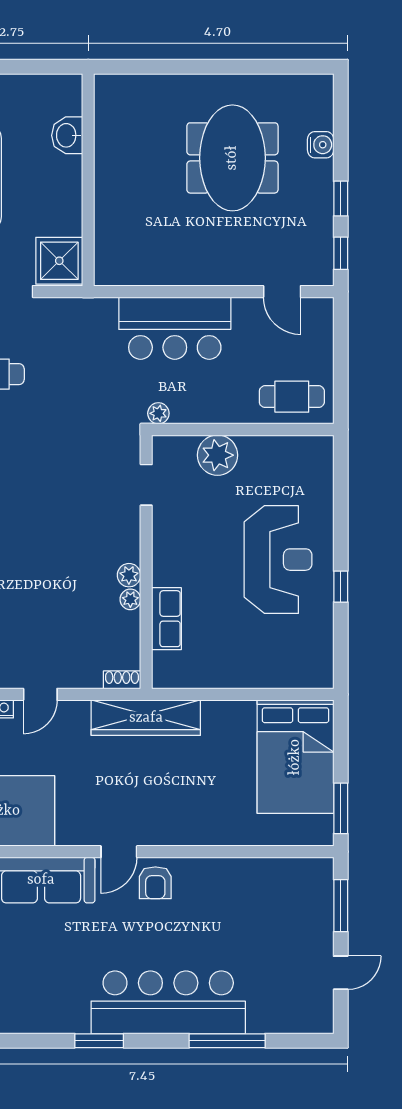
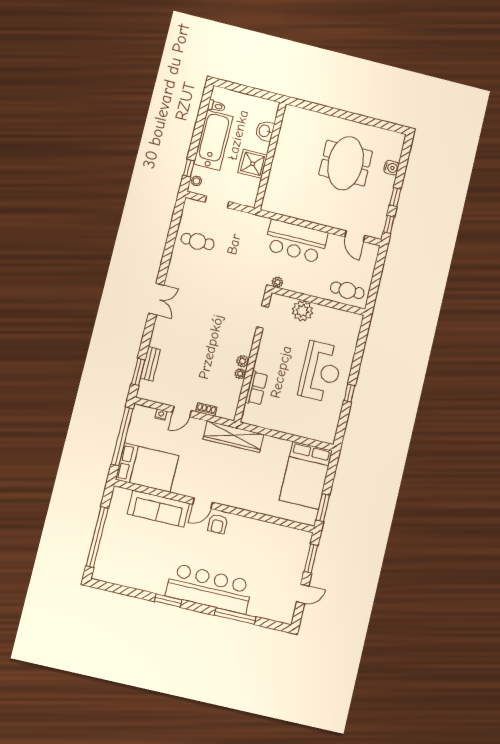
shower: (59, 261) -> (253, 164), moved
shoe rack: (122, 680) -> (206, 409), moved

